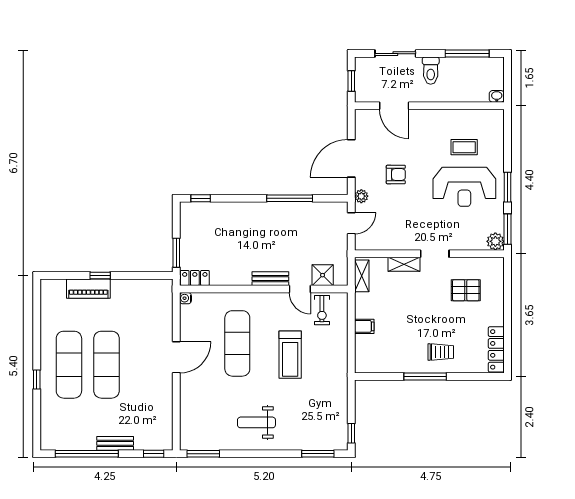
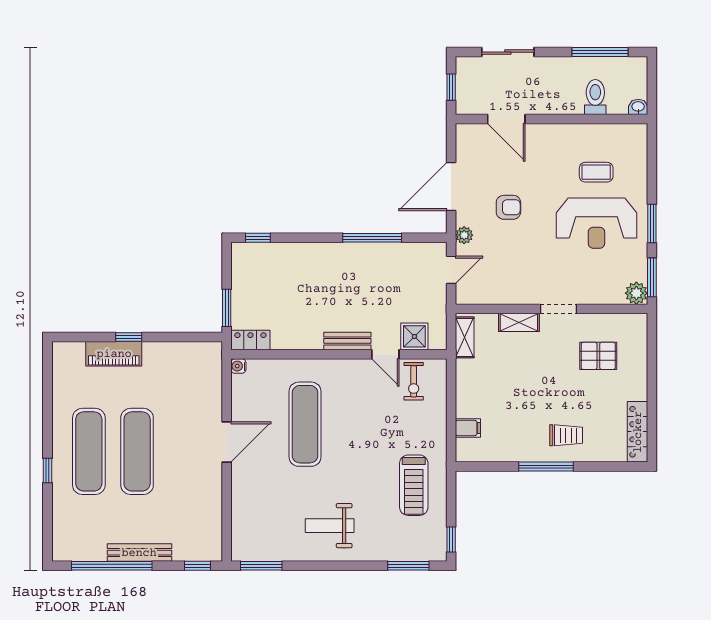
toilet: (431, 71) -> (595, 97), moved, turned 180
filing cabinet: (364, 326) -> (468, 428), moved
treadmill: (290, 355) -> (414, 485), moved
bench: (115, 443) -> (139, 553), width x1.36

